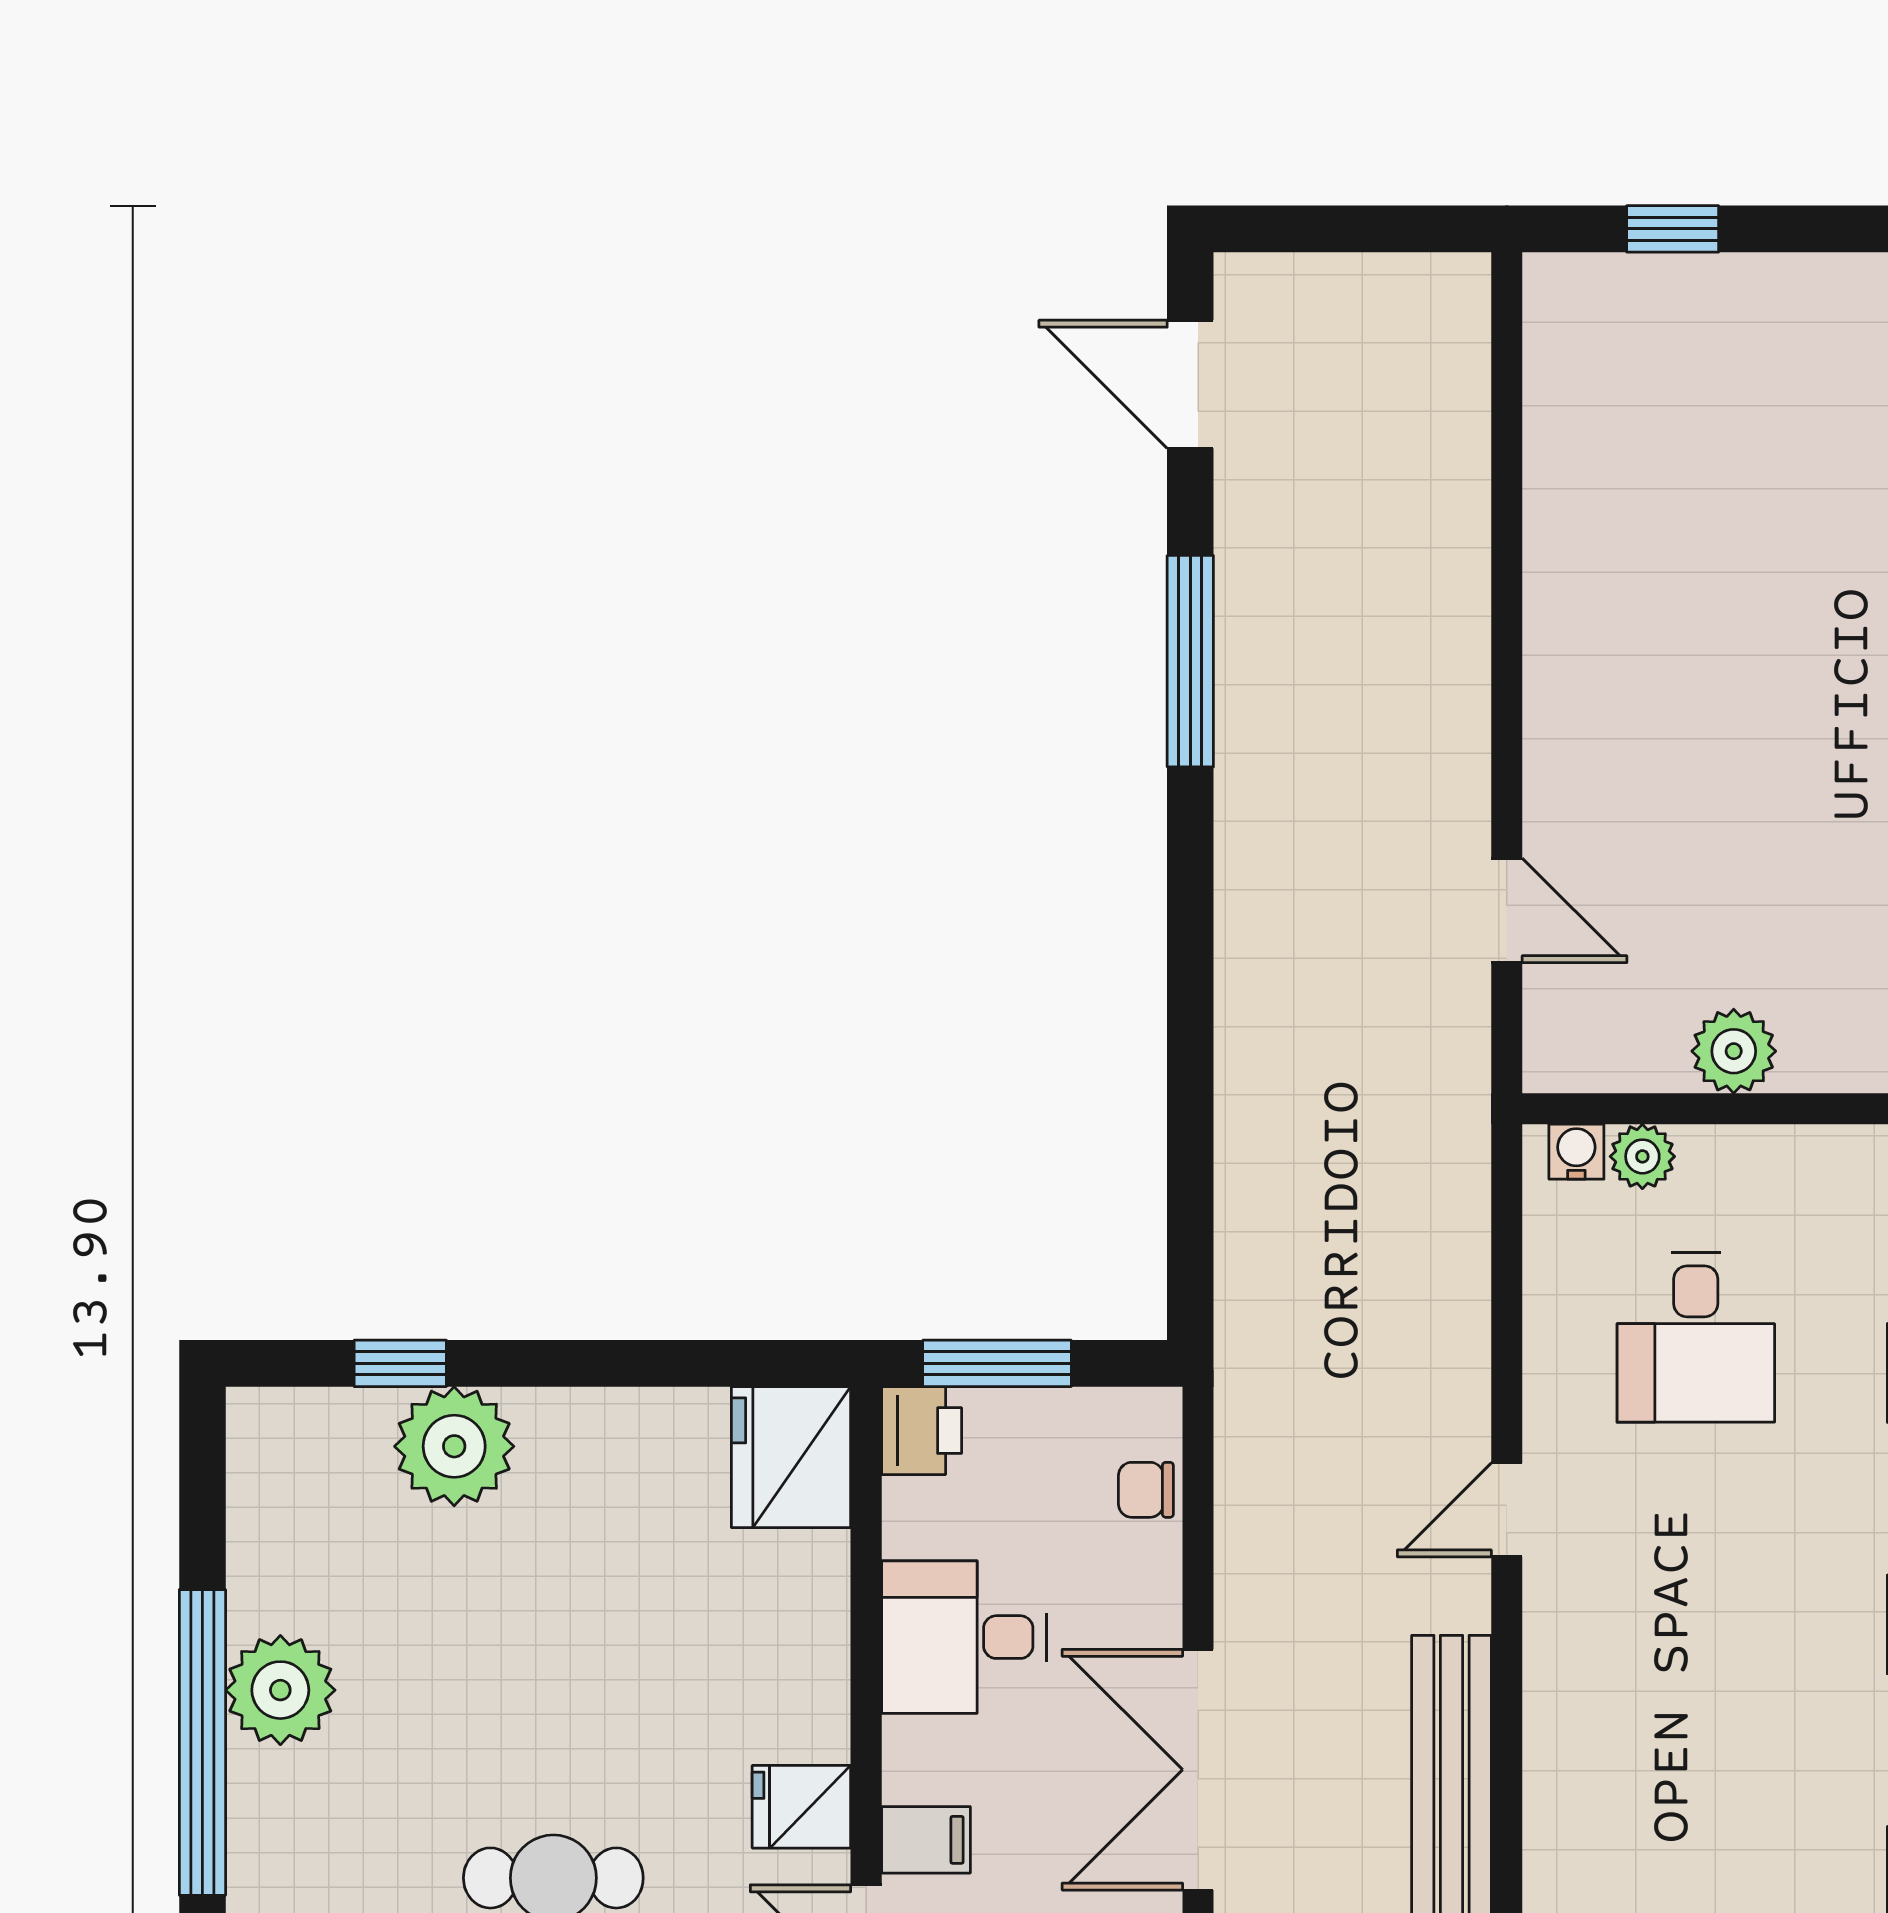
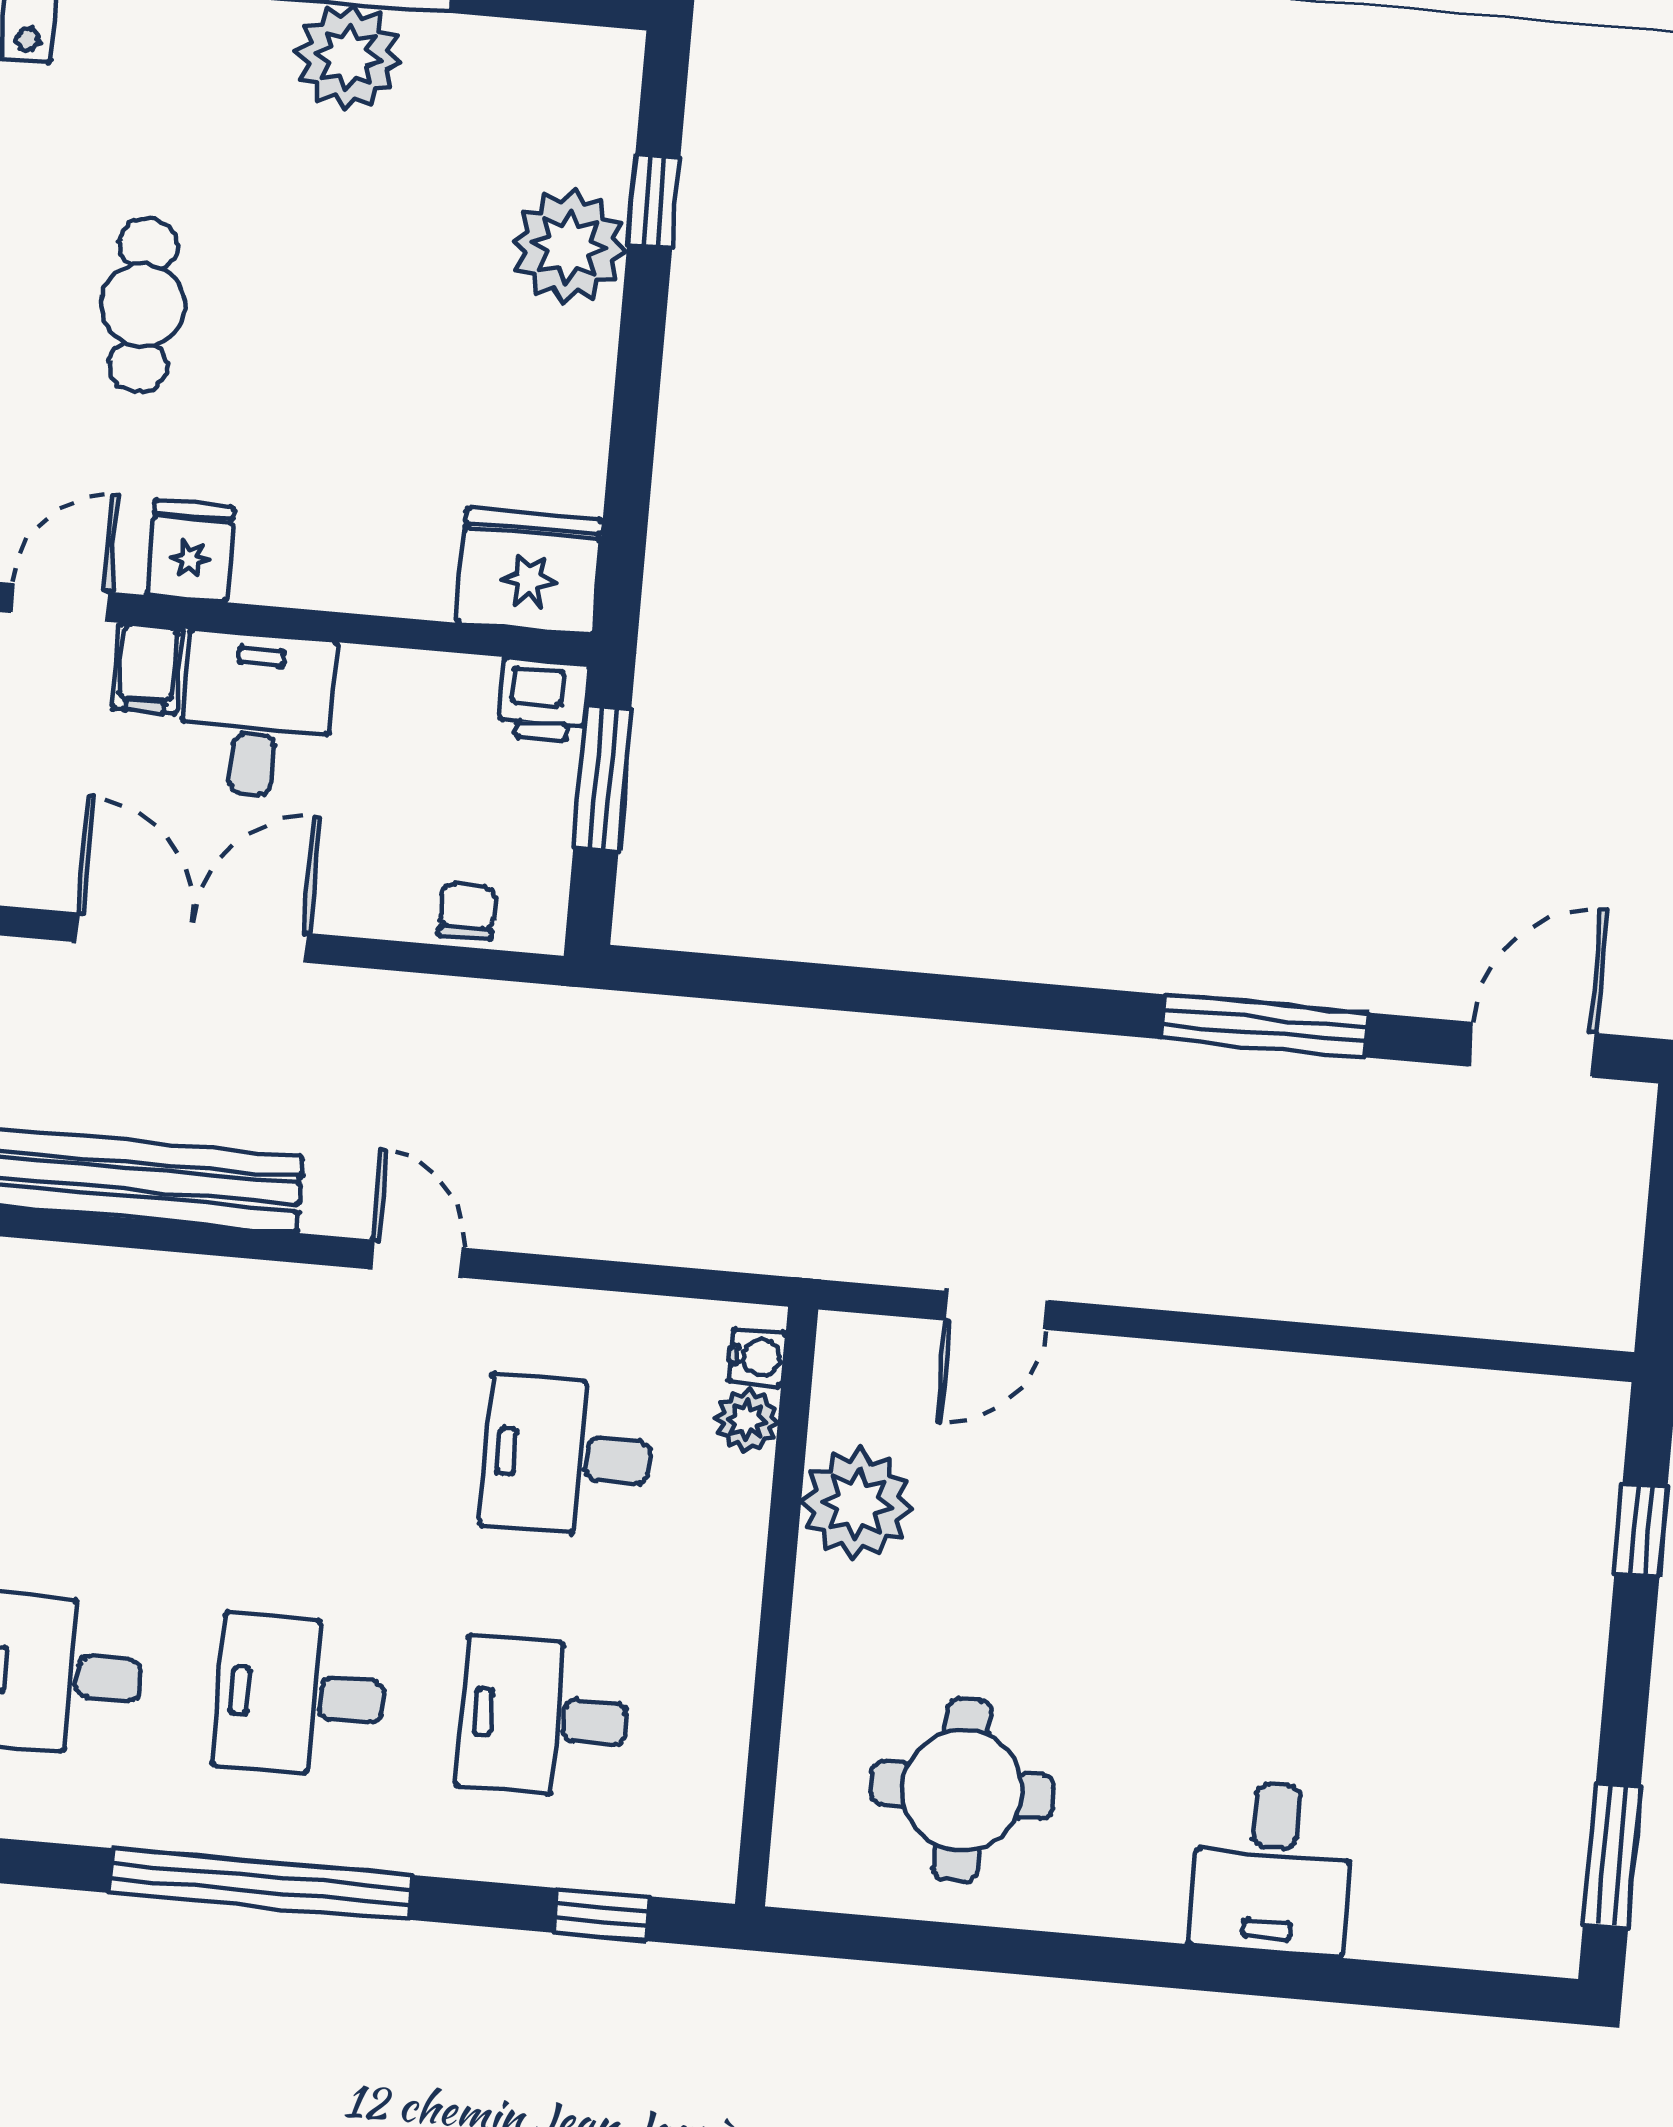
plant: (1734, 1051) -> (857, 1504), width x1.36, depth x1.36
desk: (964, 1637) -> (256, 715), moved

